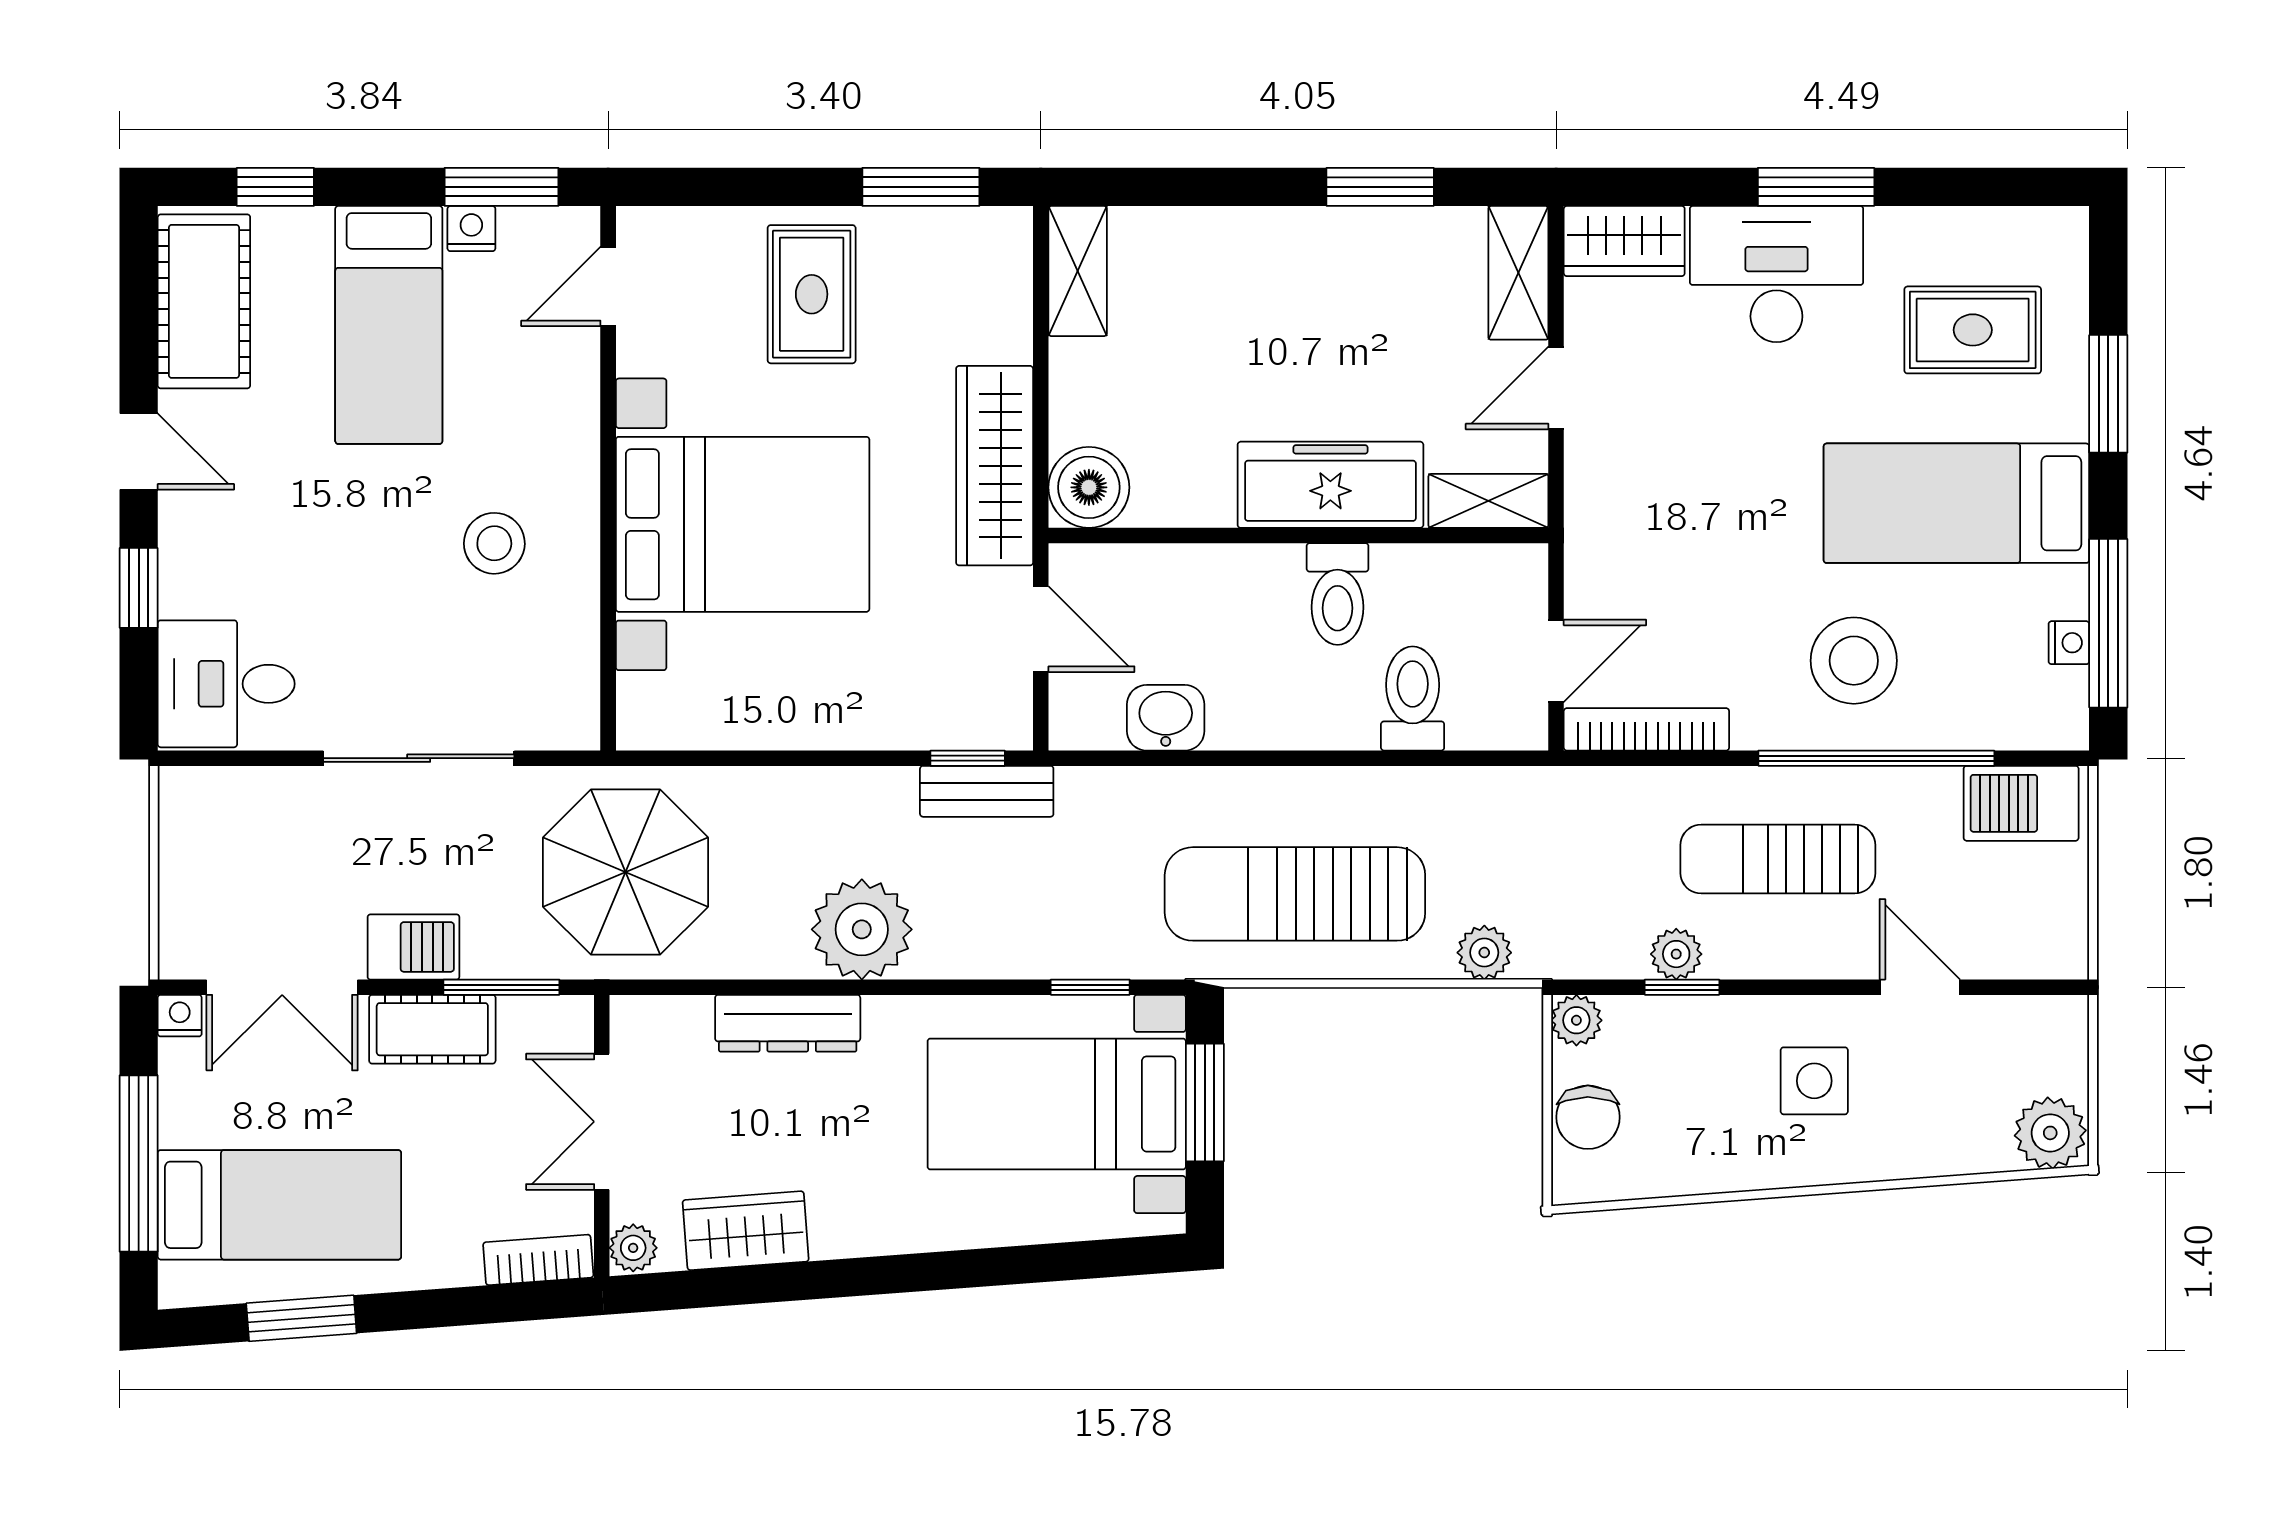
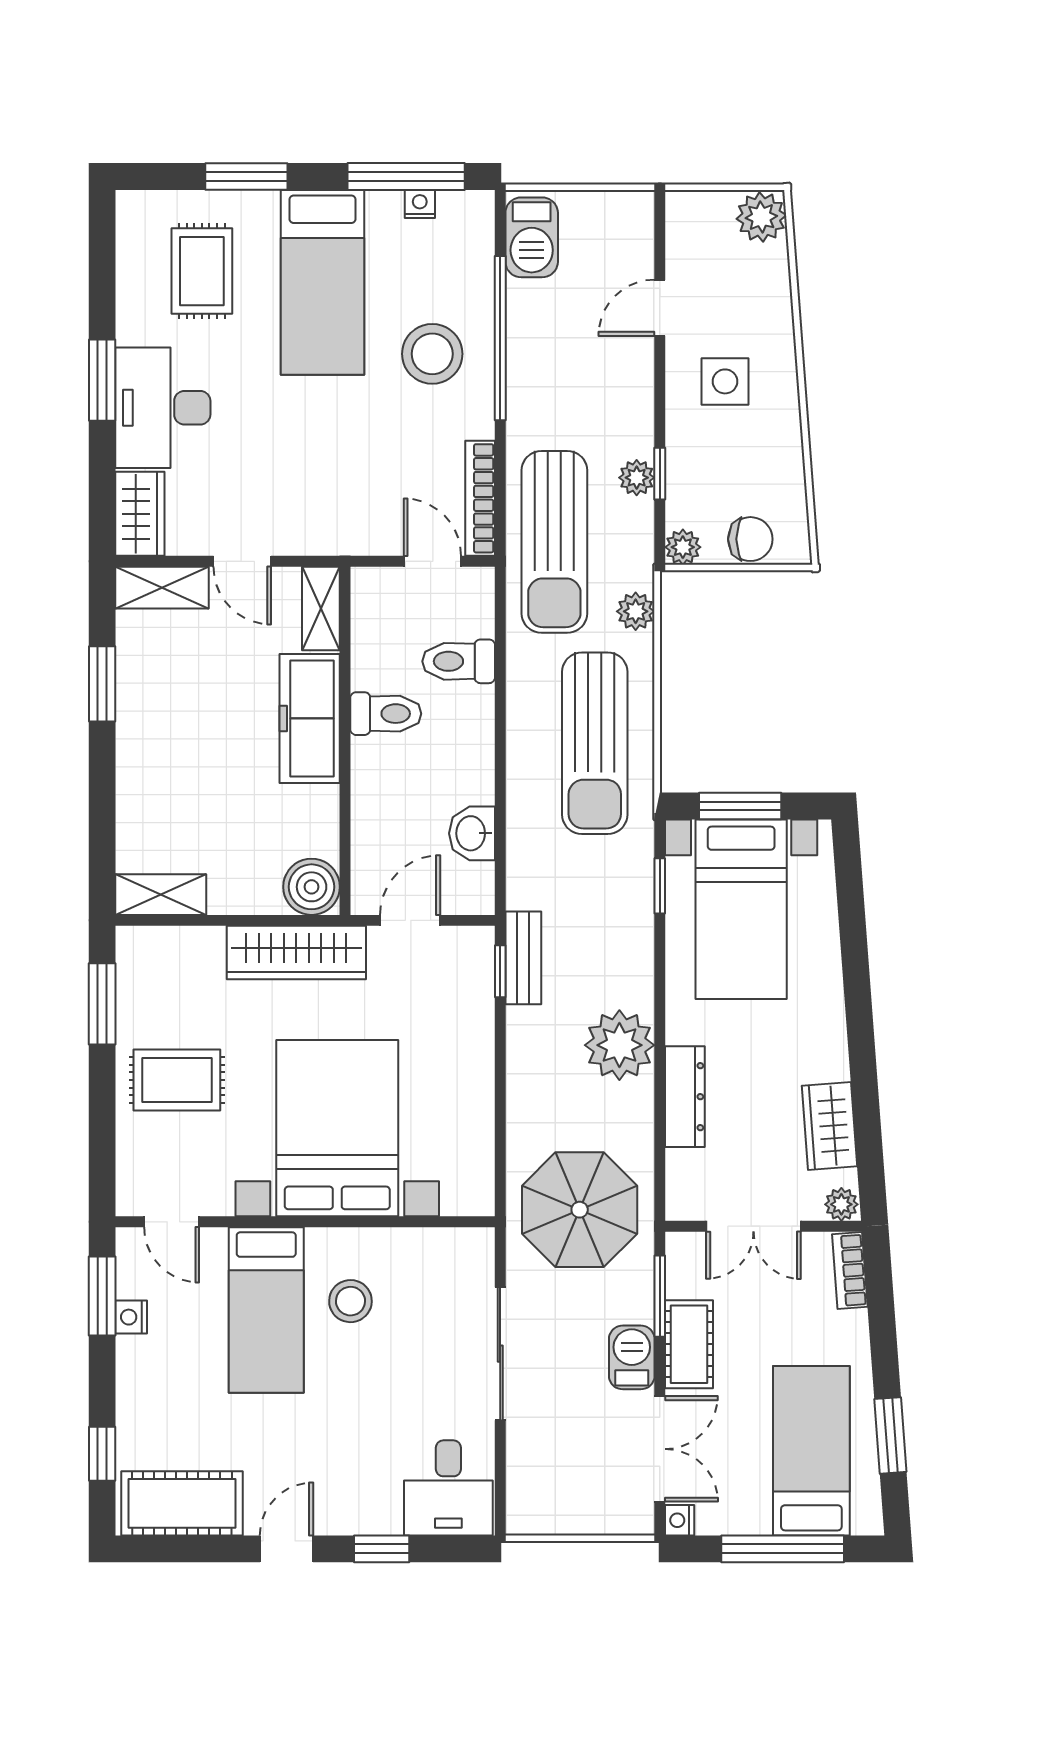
bed: (389, 325) -> (266, 1310), moved, turned 90
sun lounger: (1778, 859) -> (554, 542), moved, width x1.36, depth x1.34

